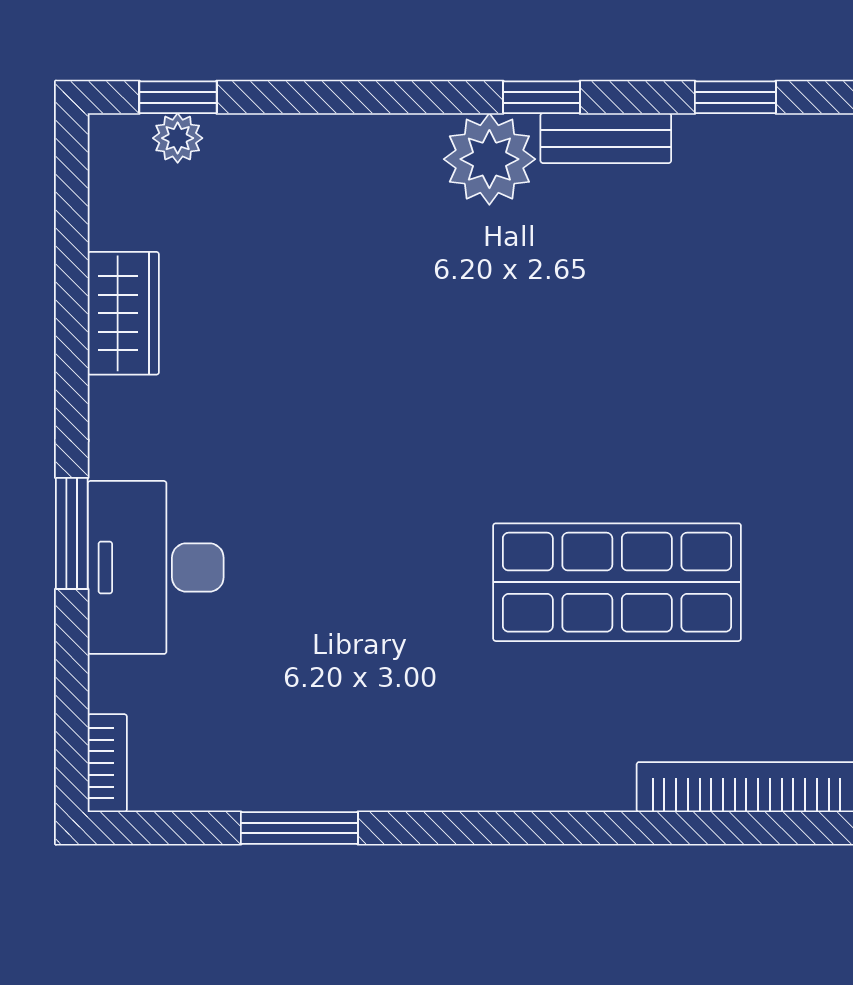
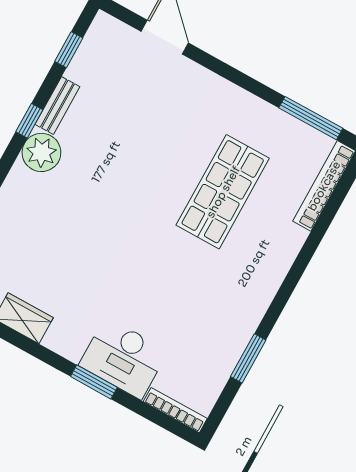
bookcase: (107, 763) -> (175, 410), width x1.56

